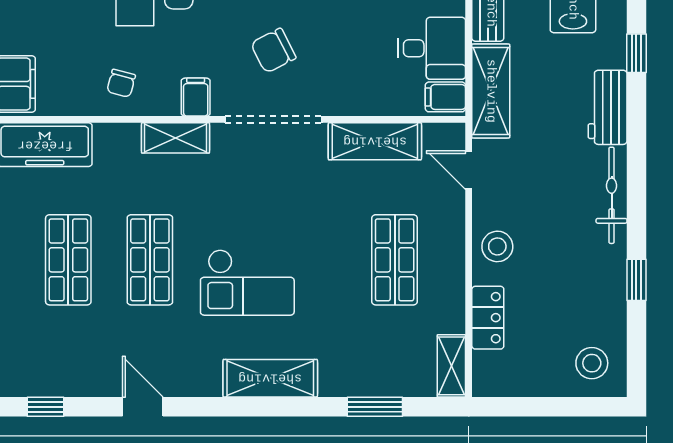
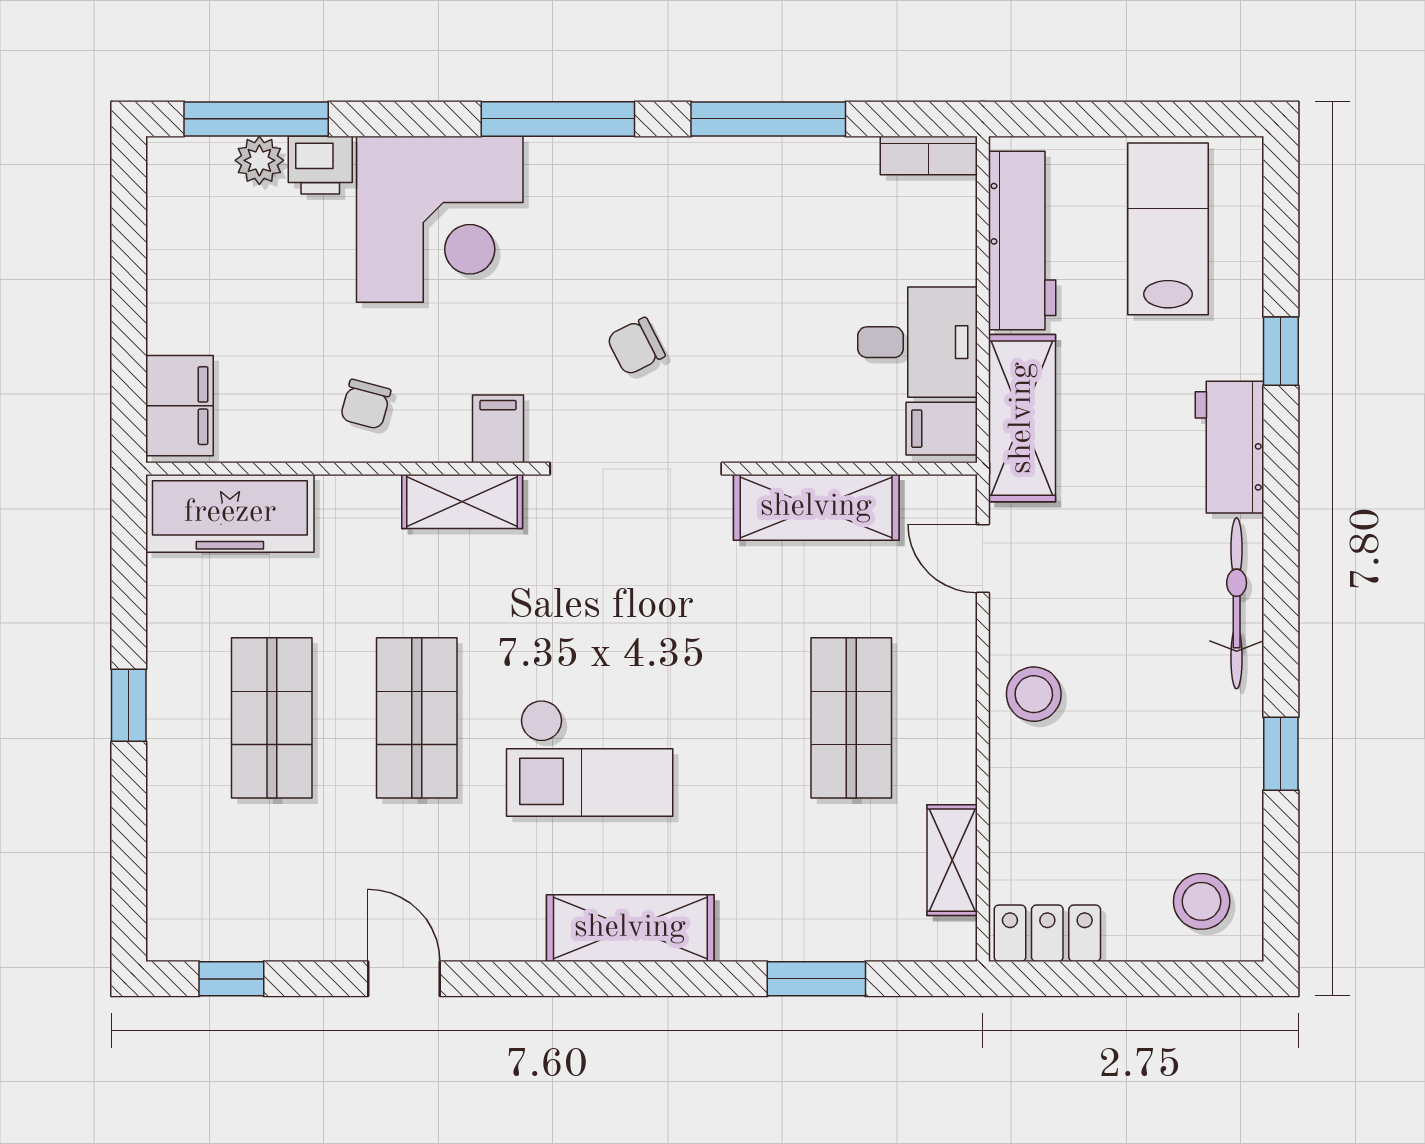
chair: (273, 51) -> (636, 346), width x0.73, depth x0.73
locker: (488, 318) -> (1047, 933), moved, turned -90
shelving: (451, 366) -> (952, 860), moved

